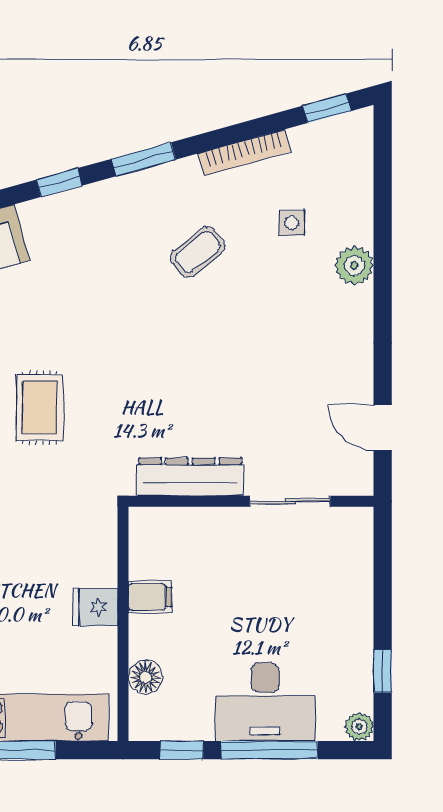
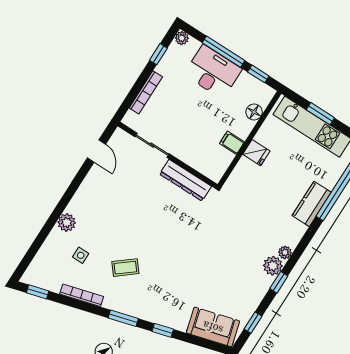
rug: (40, 408) -> (228, 246), removed
bookcase: (362, 588) -> (146, 92), added

